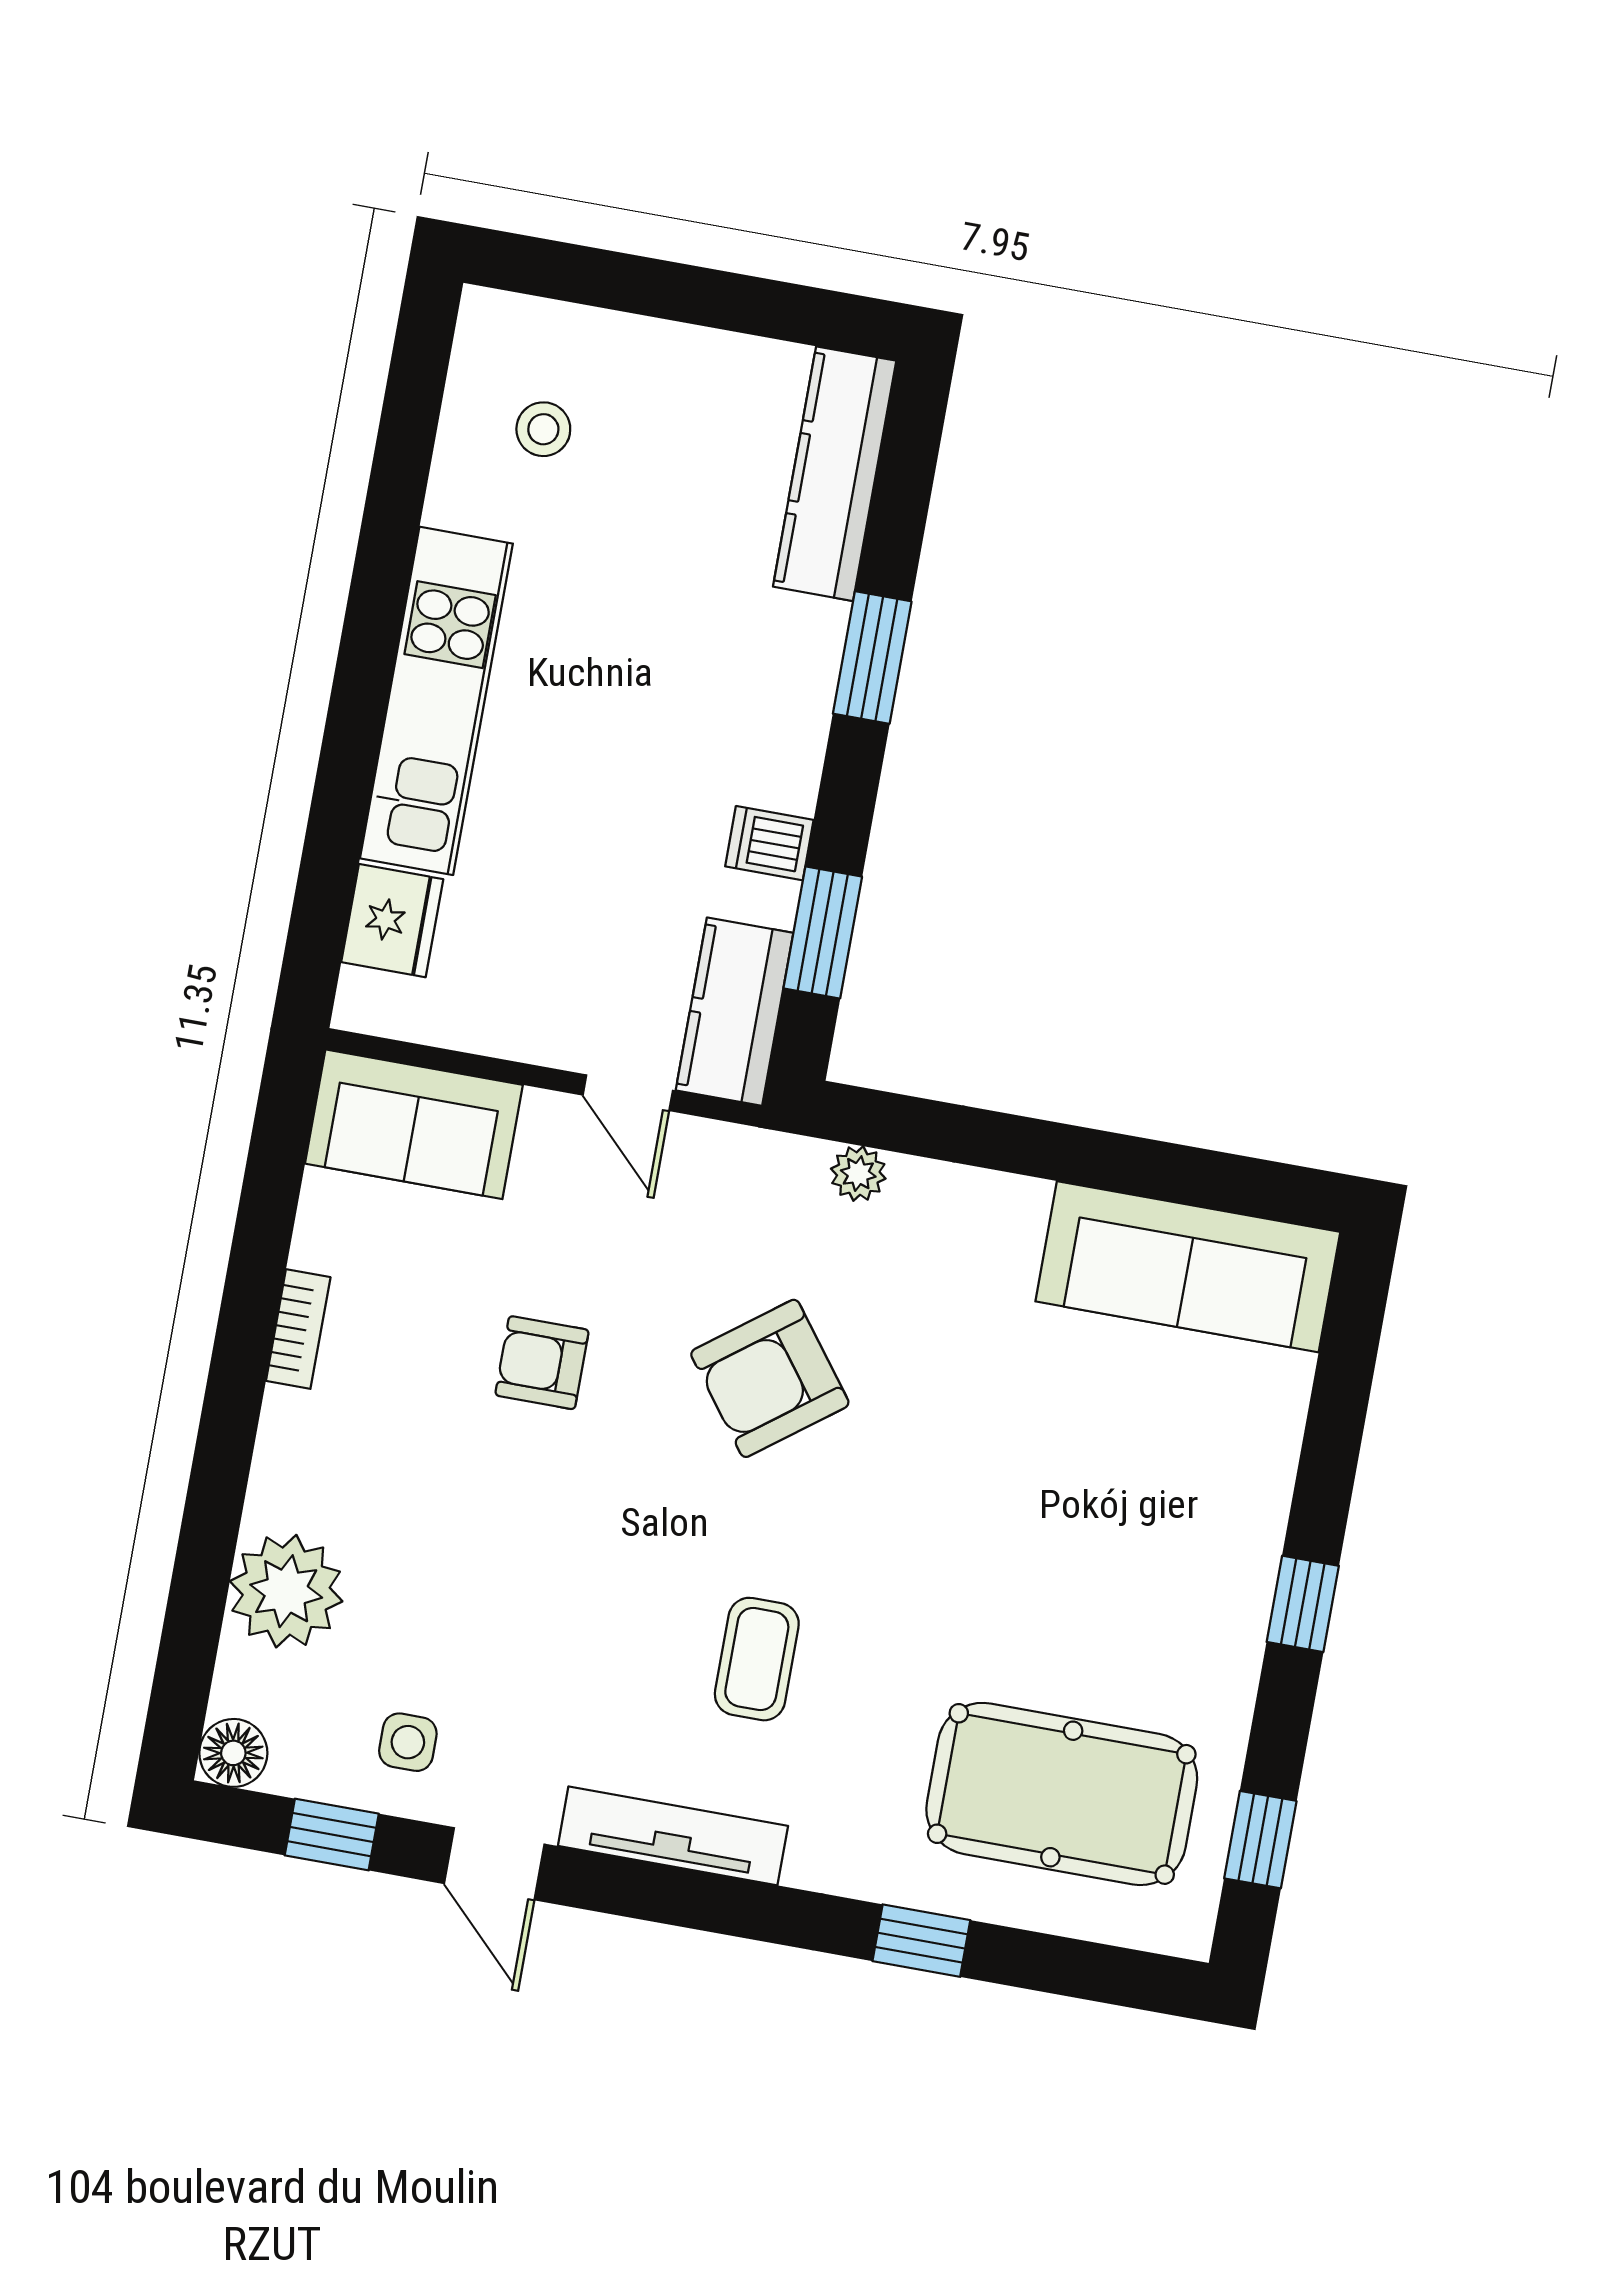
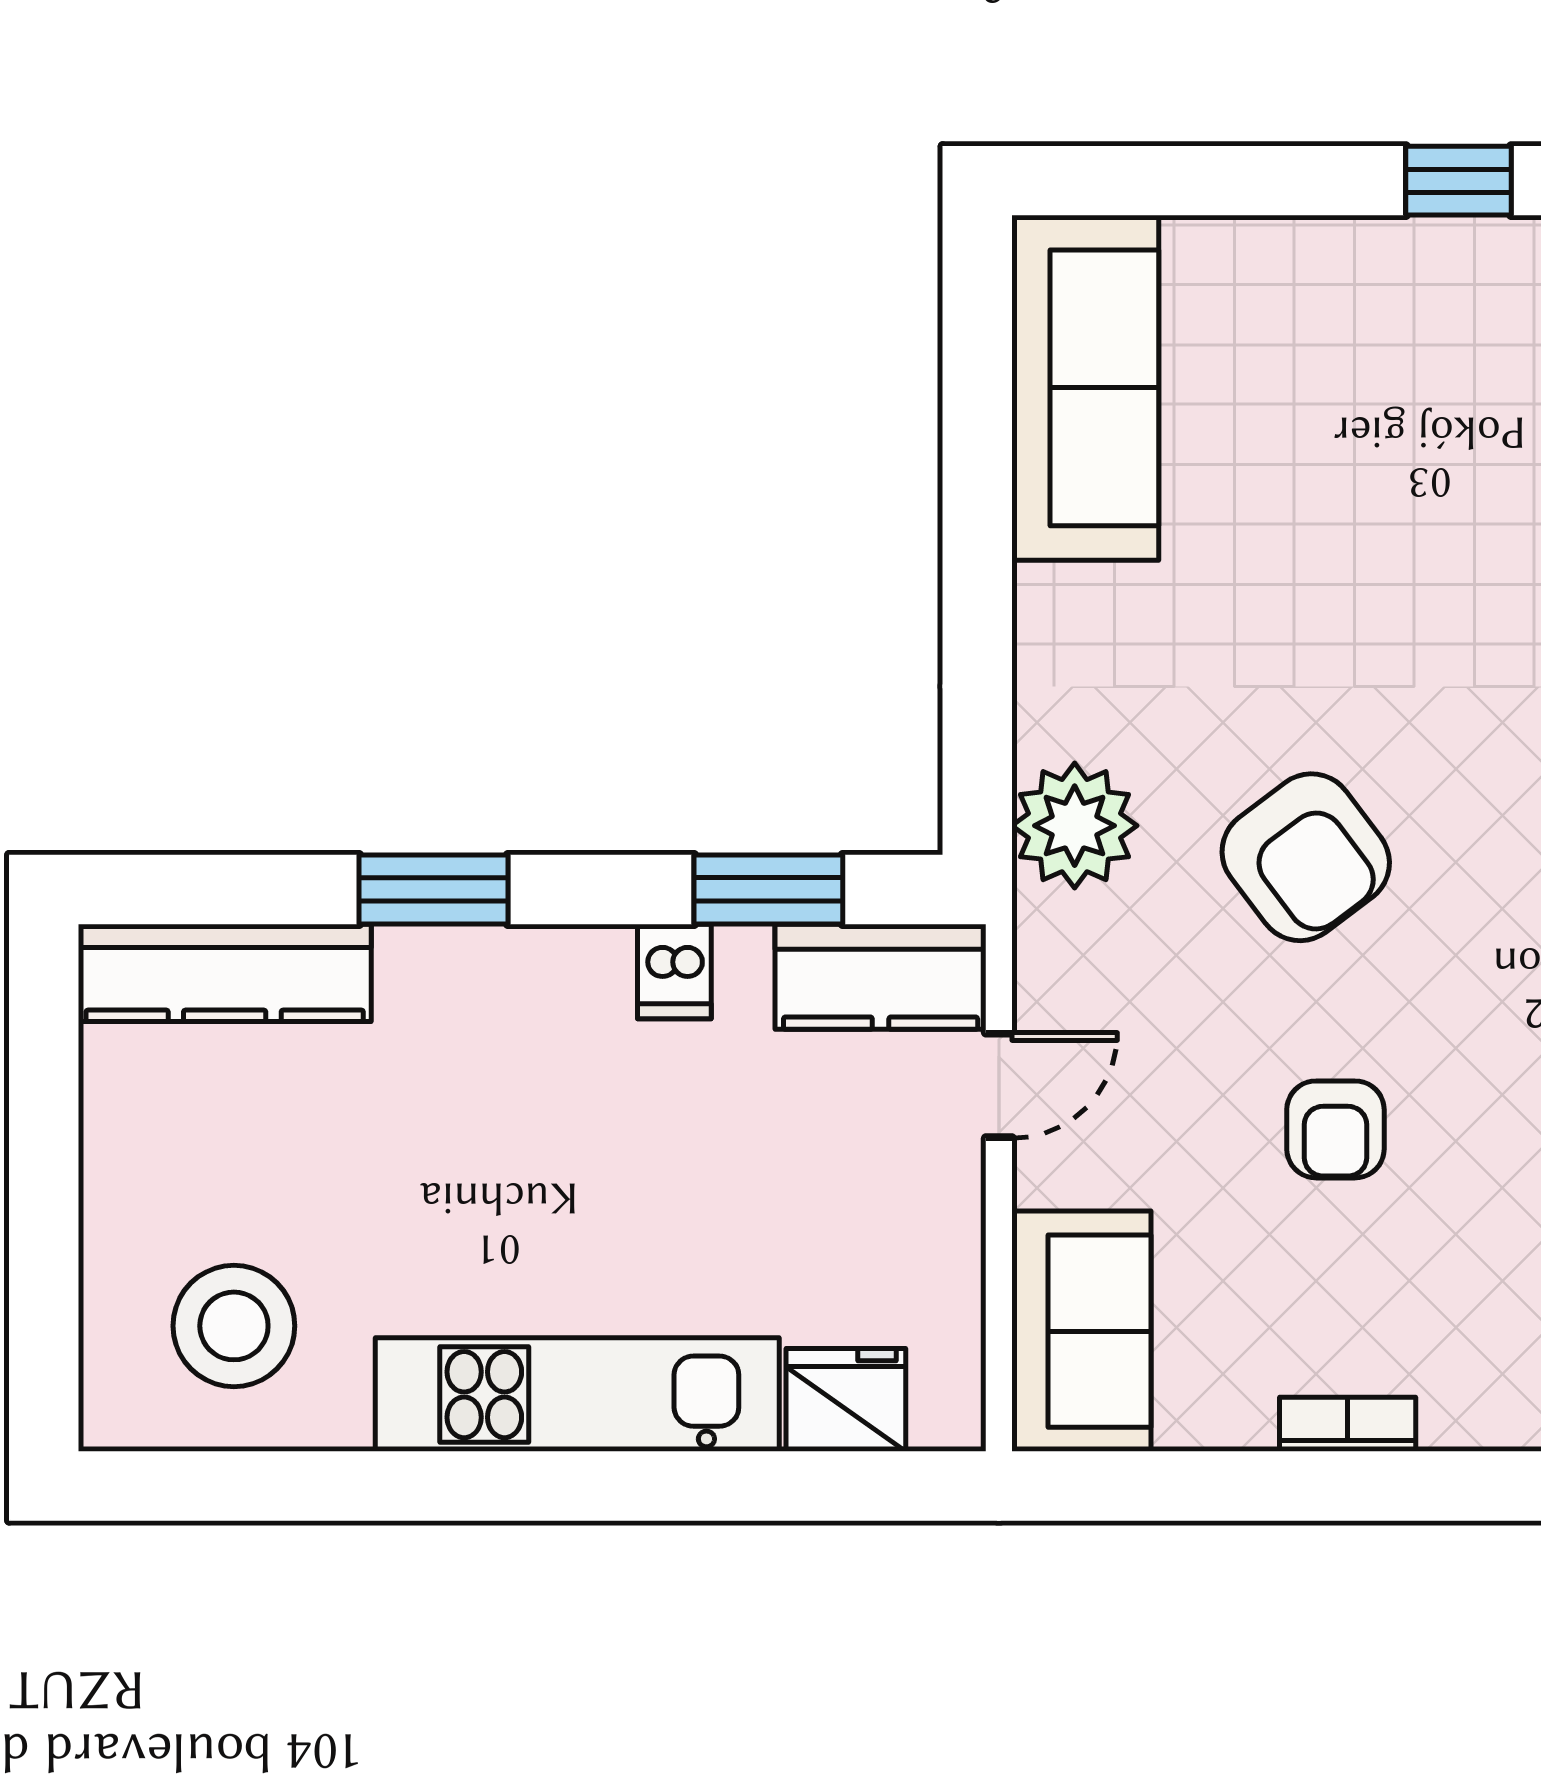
stool: (543, 429) -> (234, 1326), width x1.89, depth x1.89
plant: (858, 1174) -> (1075, 826), width x1.88, depth x1.88

